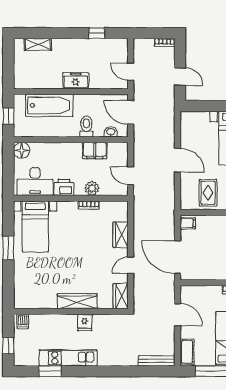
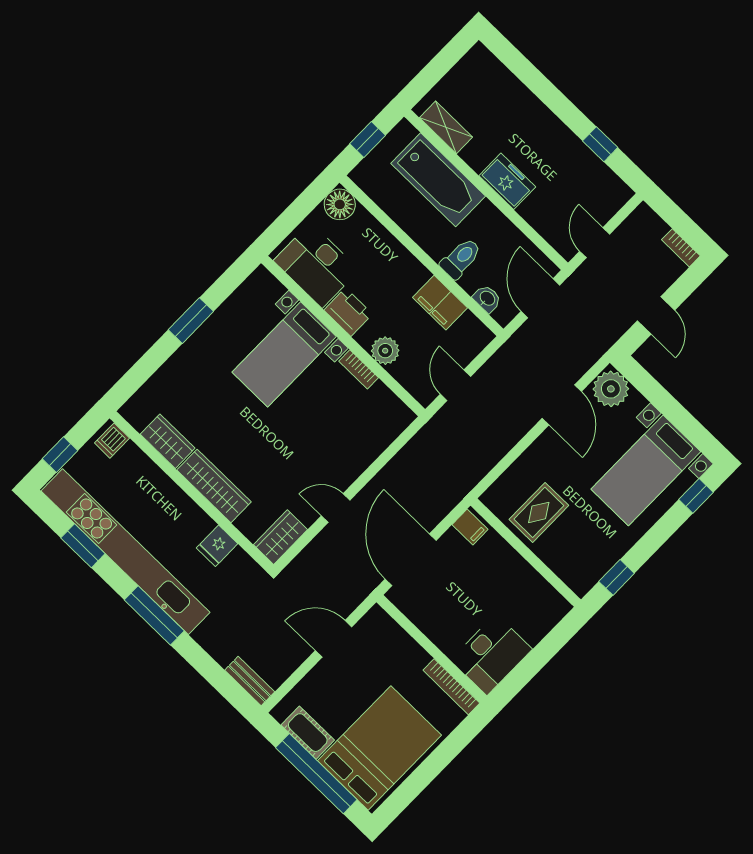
shelving: (38, 44) -> (446, 127), moved
plant: (190, 120) -> (611, 389), added
door: (177, 160) -> (562, 405), moved
bed with nightstands: (35, 227) -> (284, 354), moved
wardrobe: (121, 235) -> (168, 441), moved, turned 90
door: (177, 315) -> (334, 639), swing flipped
fridge: (85, 322) -> (217, 546), moved
cot: (187, 352) -> (308, 733), moved, turned 90
kitchen unit: (68, 358) -> (125, 552), width x1.86
bench: (157, 361) -> (250, 681), width x0.73
window: (102, 371) -> (154, 615), added

